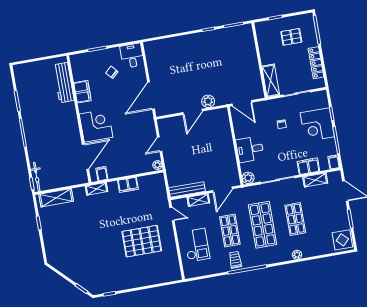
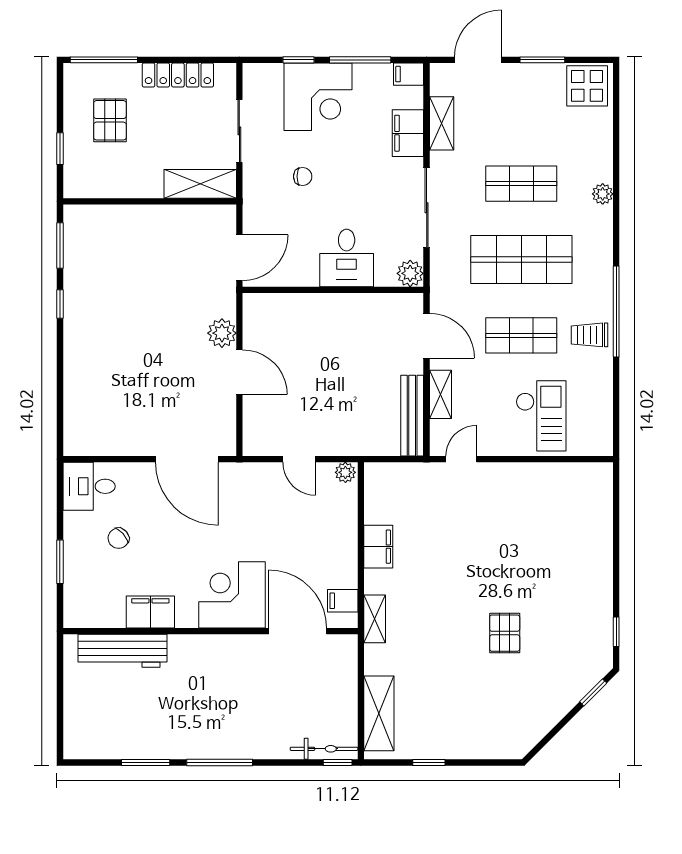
pallet: (142, 241) -> (505, 633), moved, width x0.49, depth x0.50
checkout: (197, 245) -> (541, 416), turned 90

